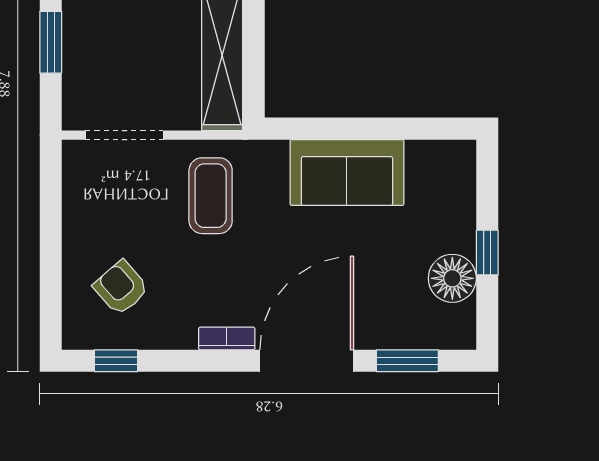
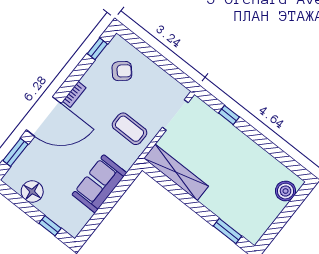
window: (51, 42) -> (229, 115), width x0.67
window: (487, 252) -> (50, 226), moved
door: (307, 361) -> (44, 117), hinge flipped

